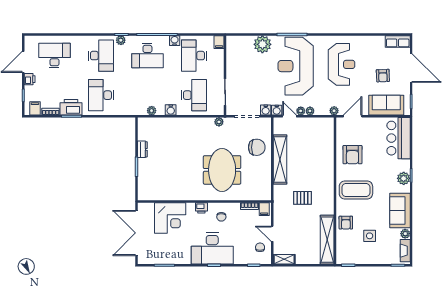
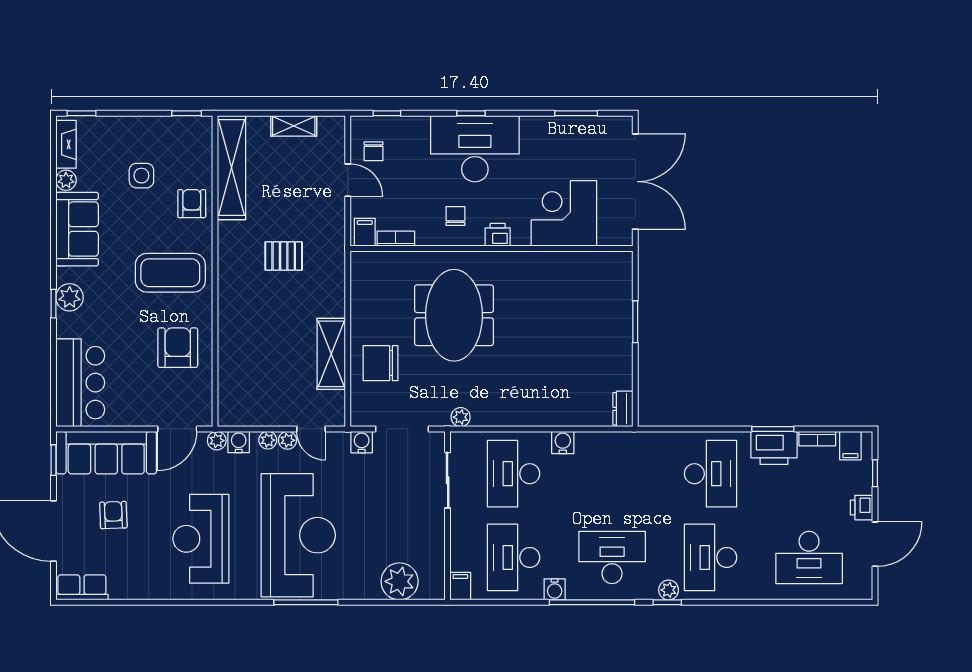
plant: (262, 44) -> (400, 581), moved
desk: (194, 56) -> (514, 557), turned 180
sofa: (386, 105) -> (106, 453), width x1.36
water cooler: (277, 110) -> (239, 442), moved
plant: (152, 111) -> (603, 441), removed
dresser: (142, 149) -> (623, 409), moved
shelving: (280, 160) -> (331, 354), width x0.68
shelving: (284, 259) -> (294, 126), moved

